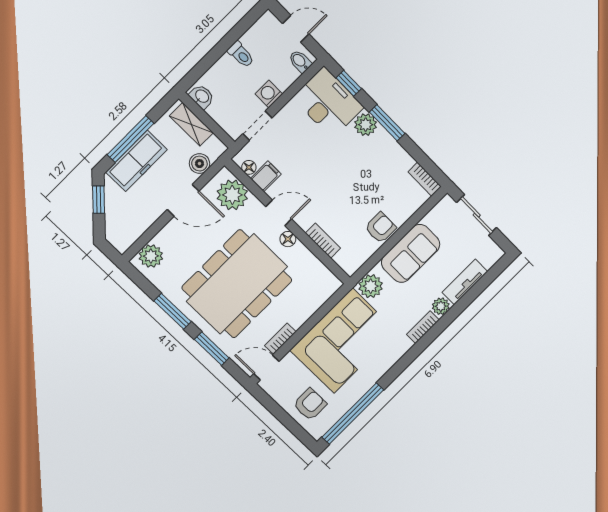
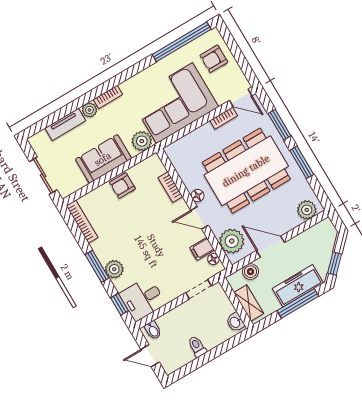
washing machine: (269, 94) -> (183, 311), removed
desk: (328, 103) -> (143, 299), width x0.73
bookcase: (425, 179) -> (82, 222), width x1.56

